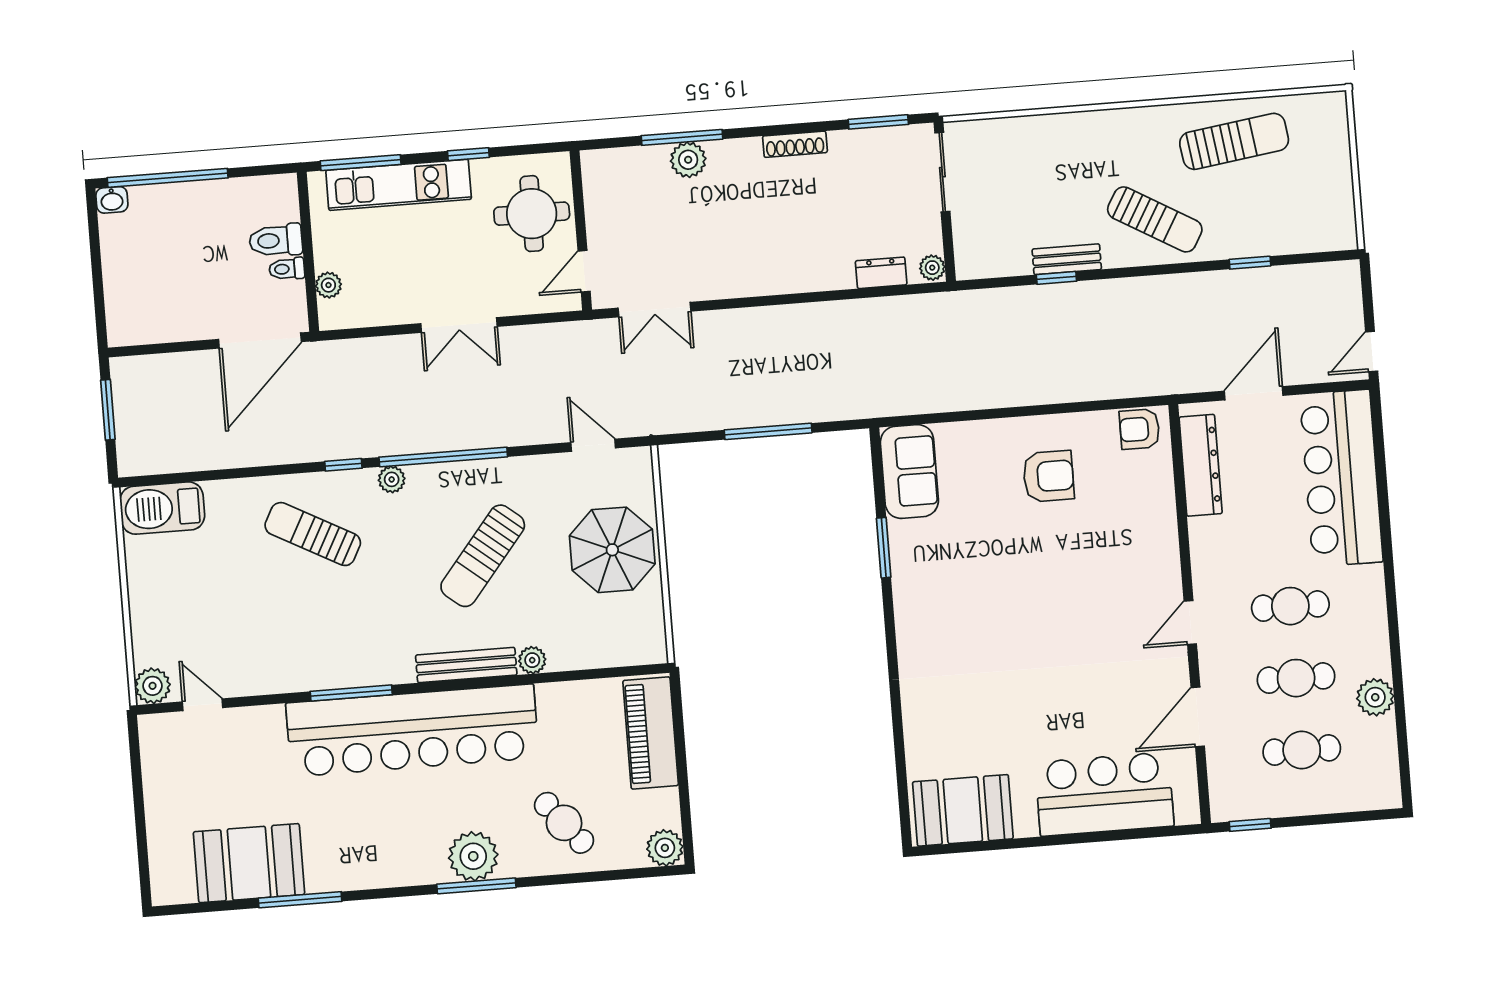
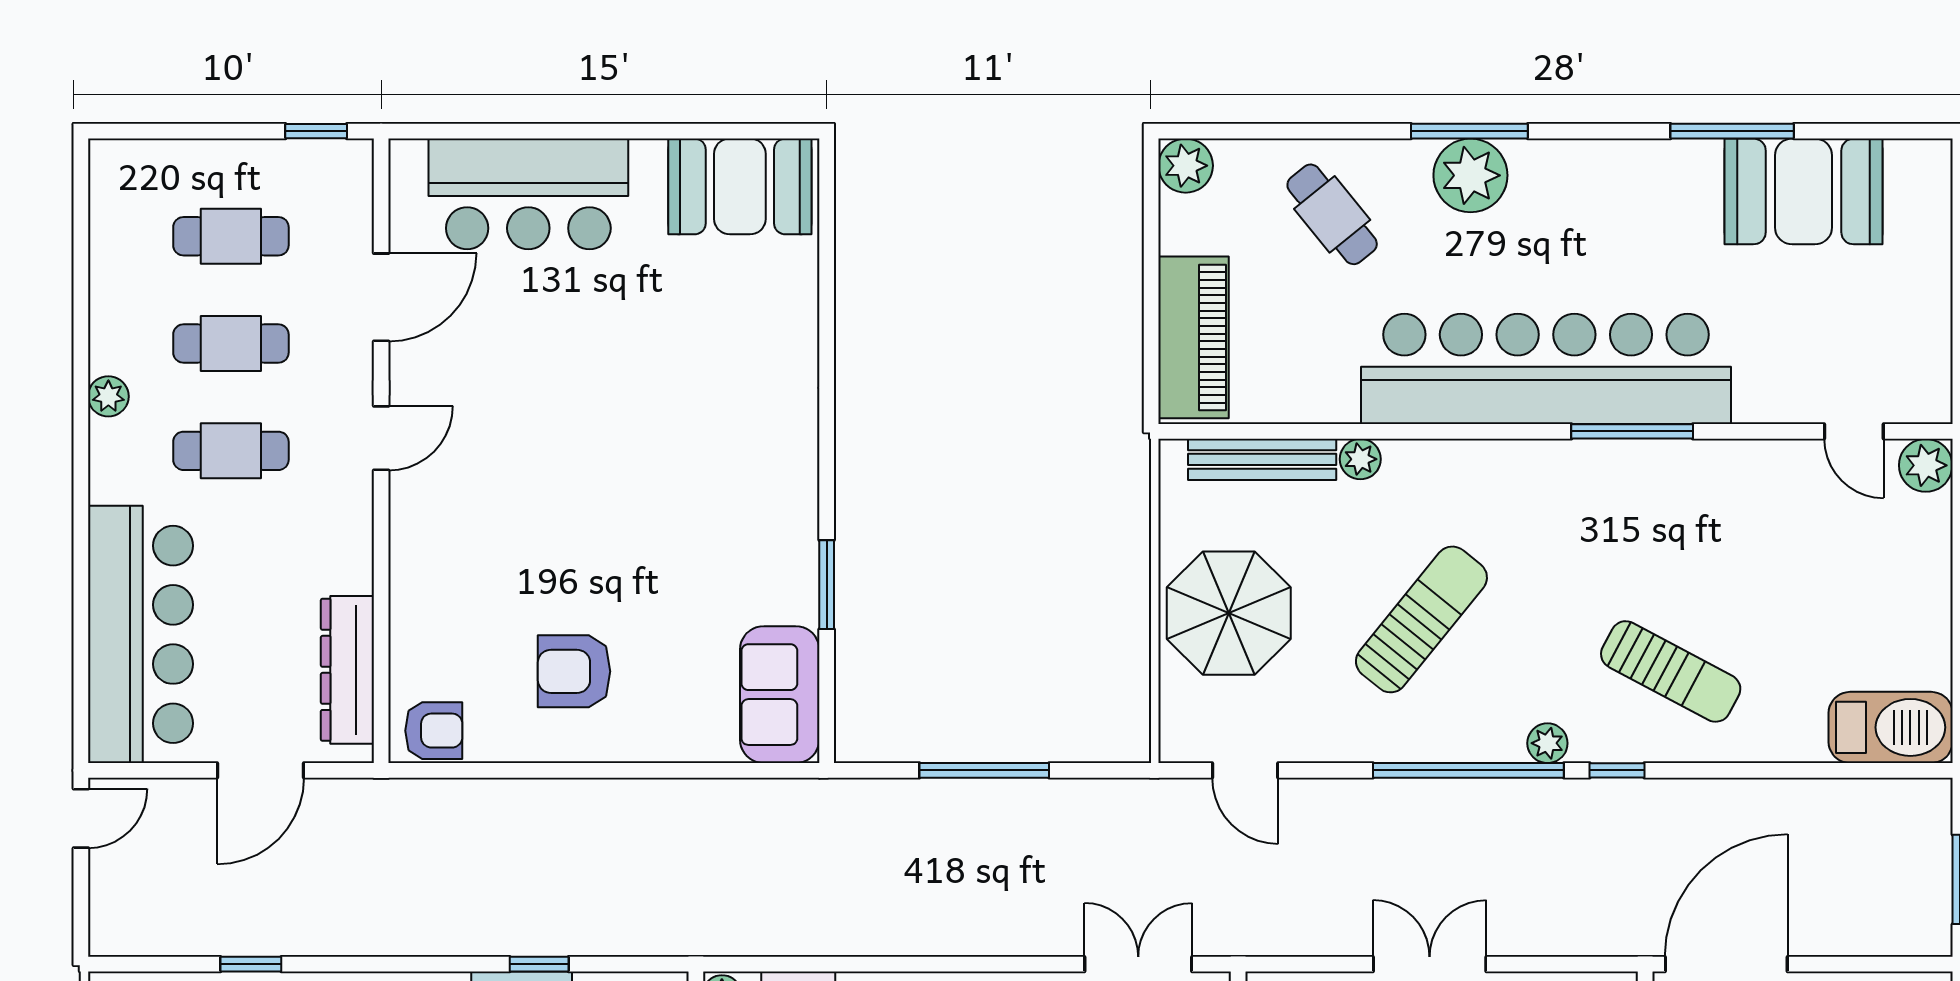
bench: (466, 665) -> (1262, 459), moved
plant: (1375, 697) -> (108, 396), moved, width x0.73, depth x0.73

